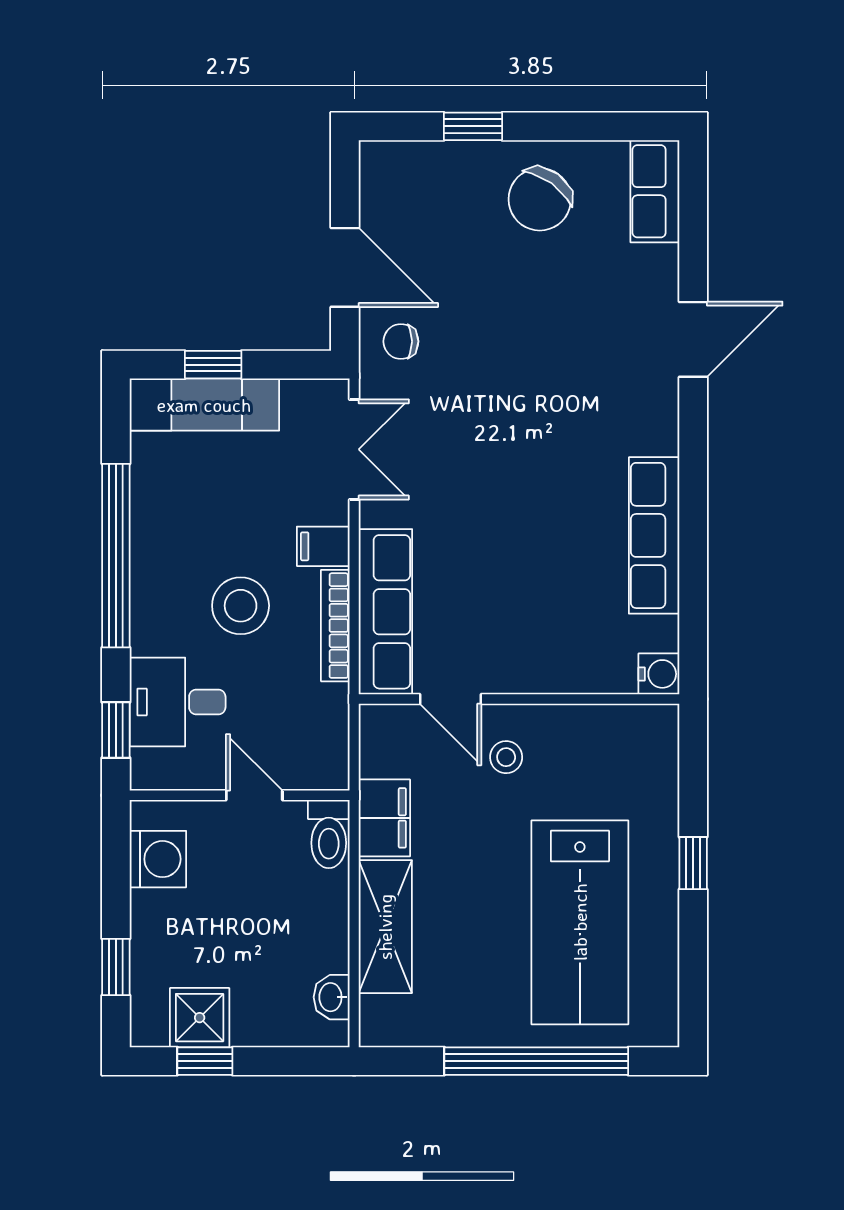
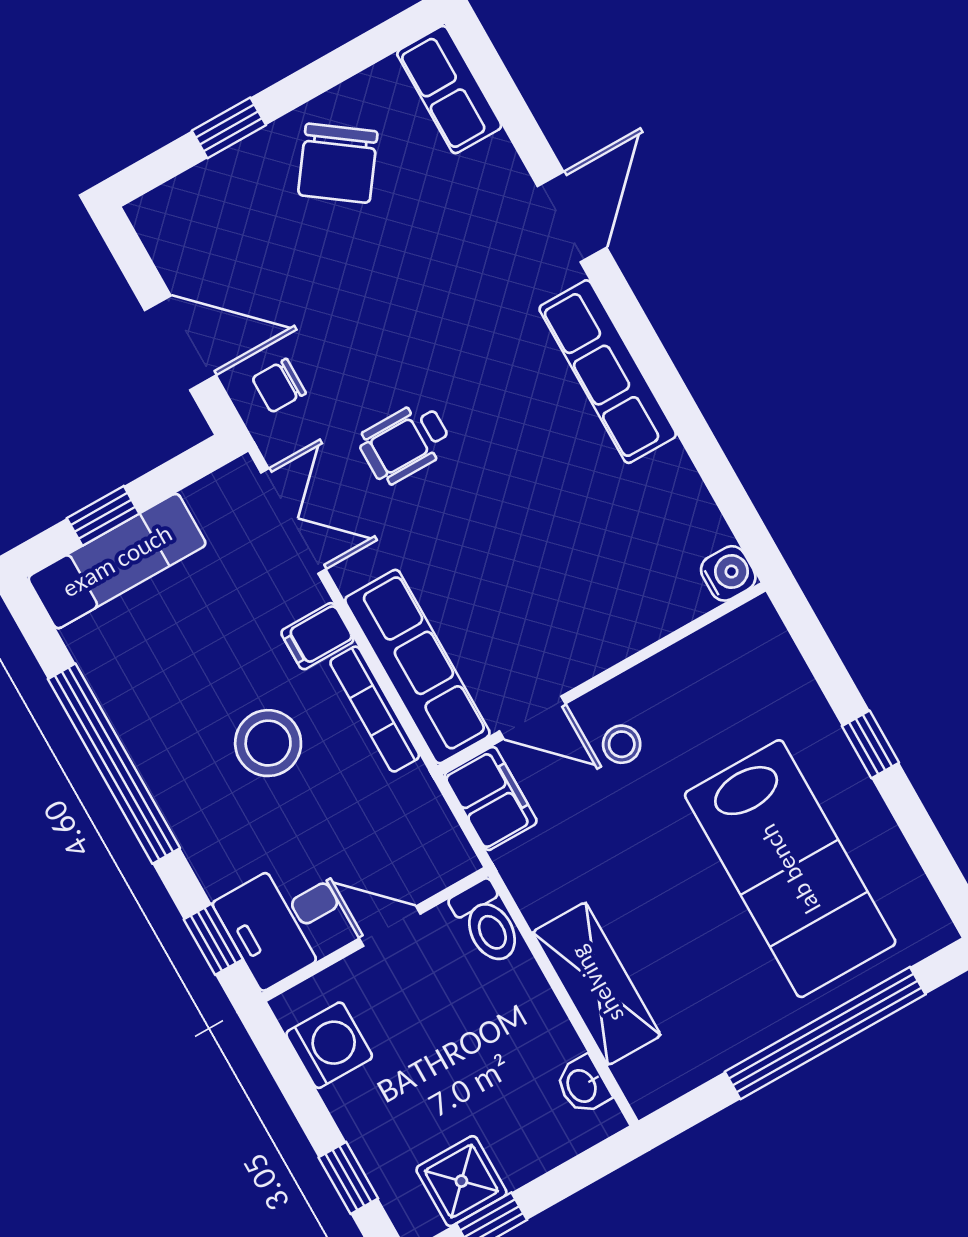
wheelchair: (471, 438) -> (405, 443), added
row of seats: (654, 535) -> (608, 372), moved
desk: (178, 702) -> (285, 920), moved
filing cabinet: (384, 818) -> (491, 798), moved

